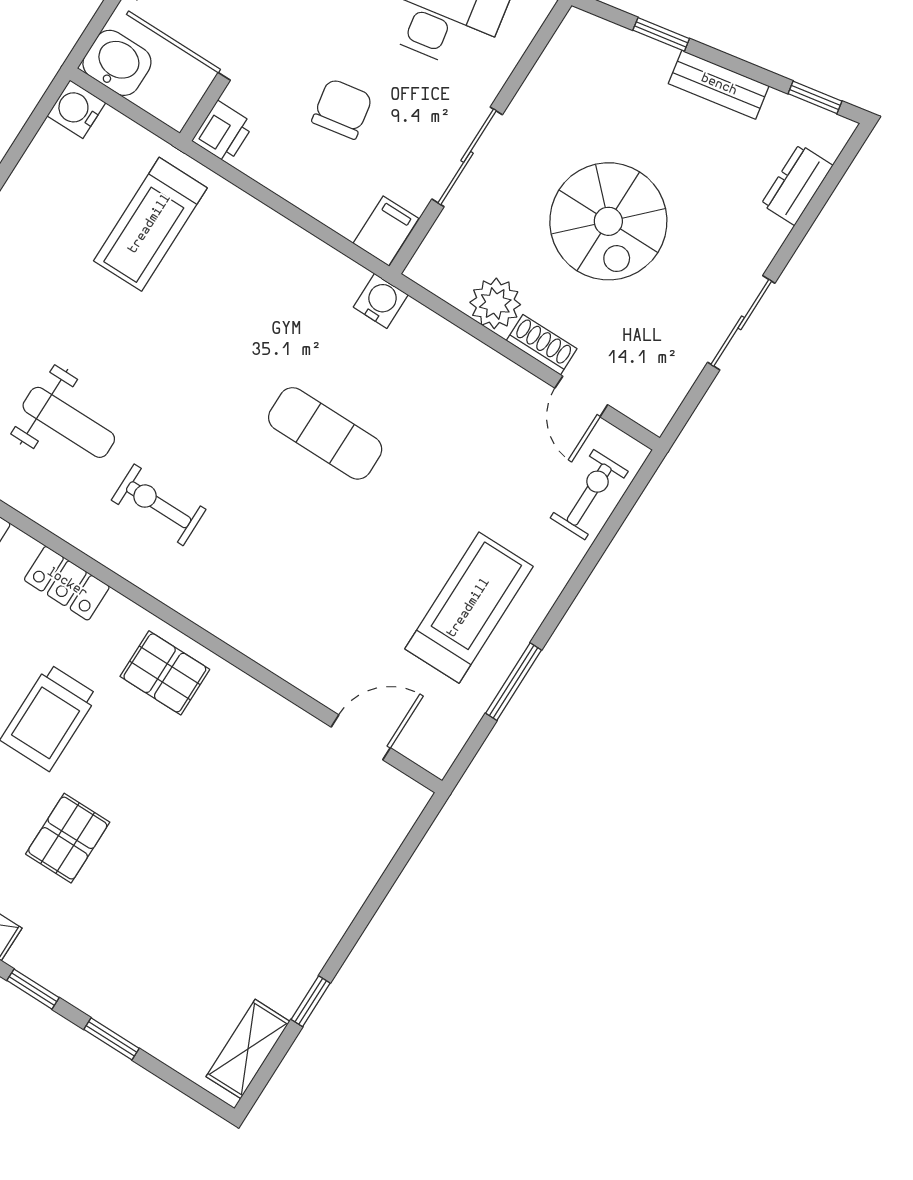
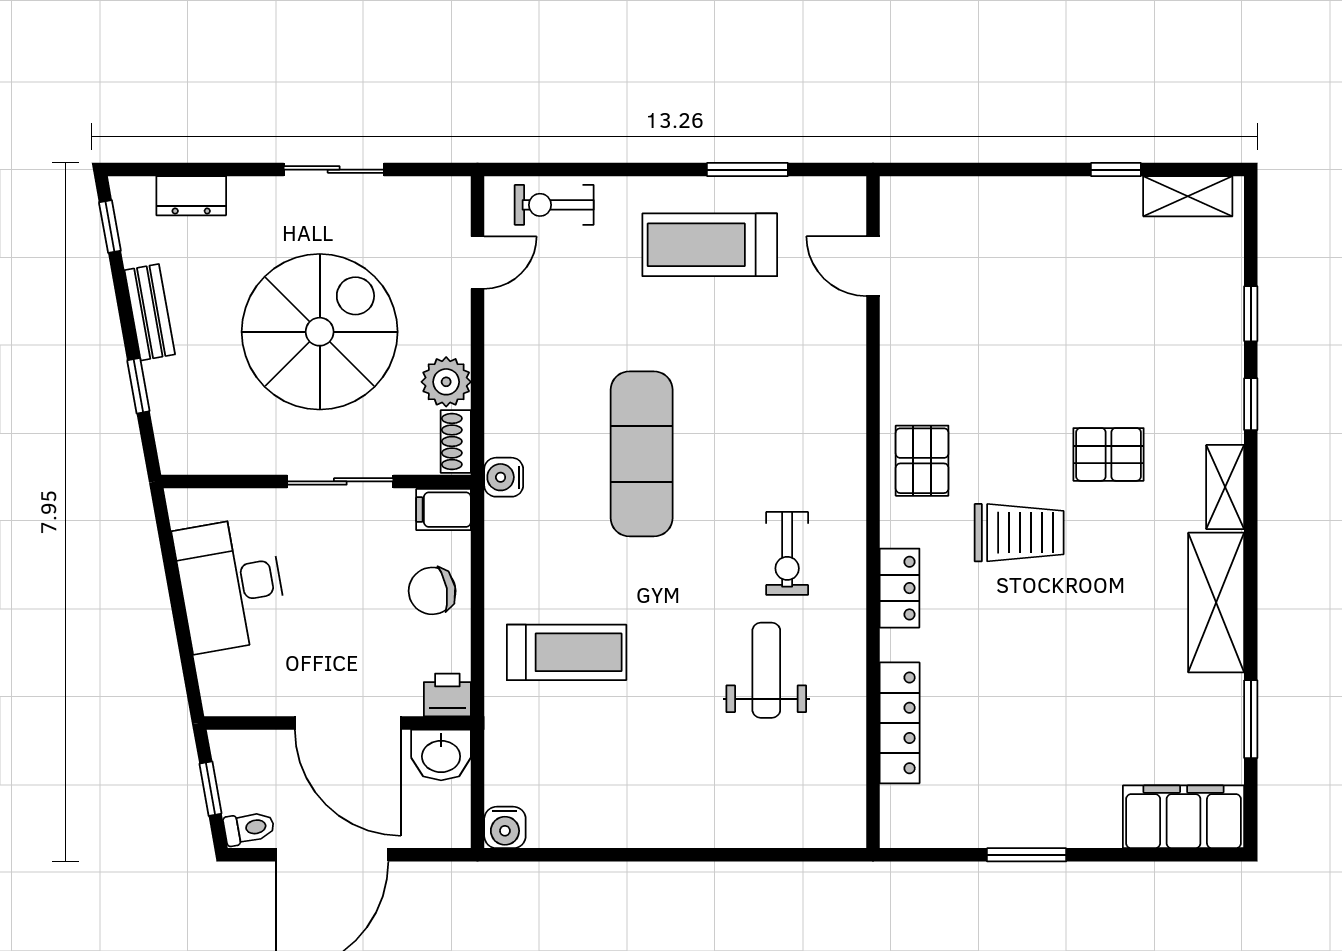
washbasin: (117, 63) -> (441, 755), moved, turned -90
chair: (342, 109) -> (432, 591), moved
spiral stairs: (608, 221) -> (320, 332), width x1.37, depth x1.37
treadmill: (150, 224) -> (567, 652), moved
shoe rack: (542, 345) -> (456, 441), moved
exercise mat: (325, 433) -> (642, 454), width x1.36, depth x1.45

